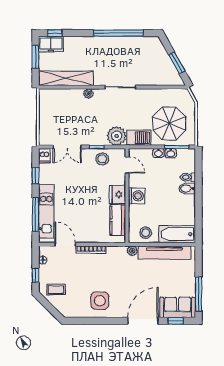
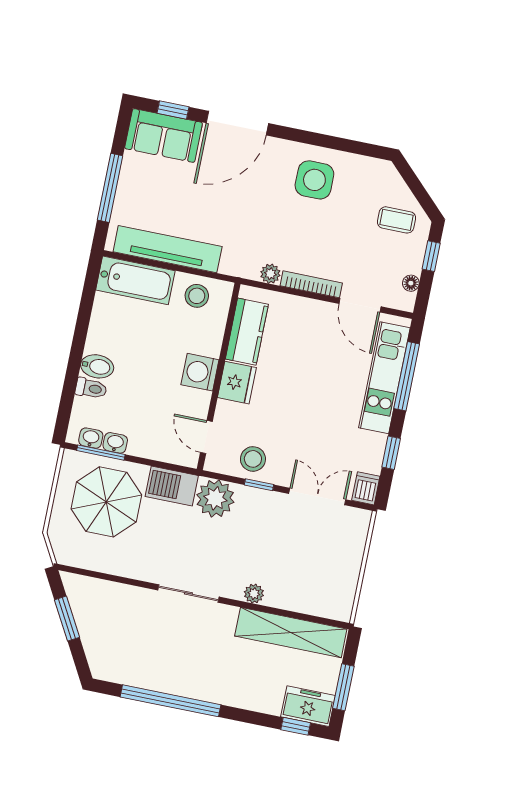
washbasin: (158, 153) -> (91, 438), moved
plant: (132, 251) -> (270, 274), moved
window: (198, 294) -> (110, 188), moved

